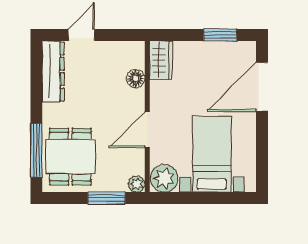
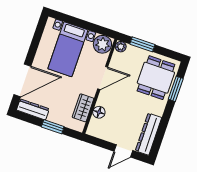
window: (220, 35) -> (53, 127), moved
dresser: (233, 50) -> (33, 109), added
wardrobe: (161, 60) -> (83, 108), moved
window: (36, 150) -> (176, 89), width x0.69

